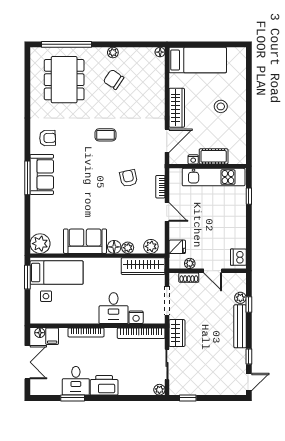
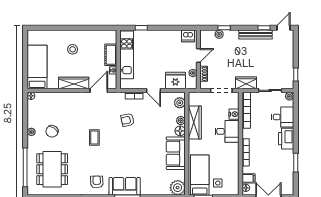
dining table: (64, 80) -> (52, 169), turned 90
door: (167, 141) -> (99, 90), hinge flipped
door: (167, 212) -> (153, 90), swing flipped
fridge: (177, 247) -> (175, 81), width x1.88, depth x1.34
wardrobe: (143, 266) -> (195, 123), moved
bench: (240, 326) -> (255, 35), moved
desk: (76, 381) -> (283, 117), moved
door: (249, 382) -> (284, 28), hinge flipped

